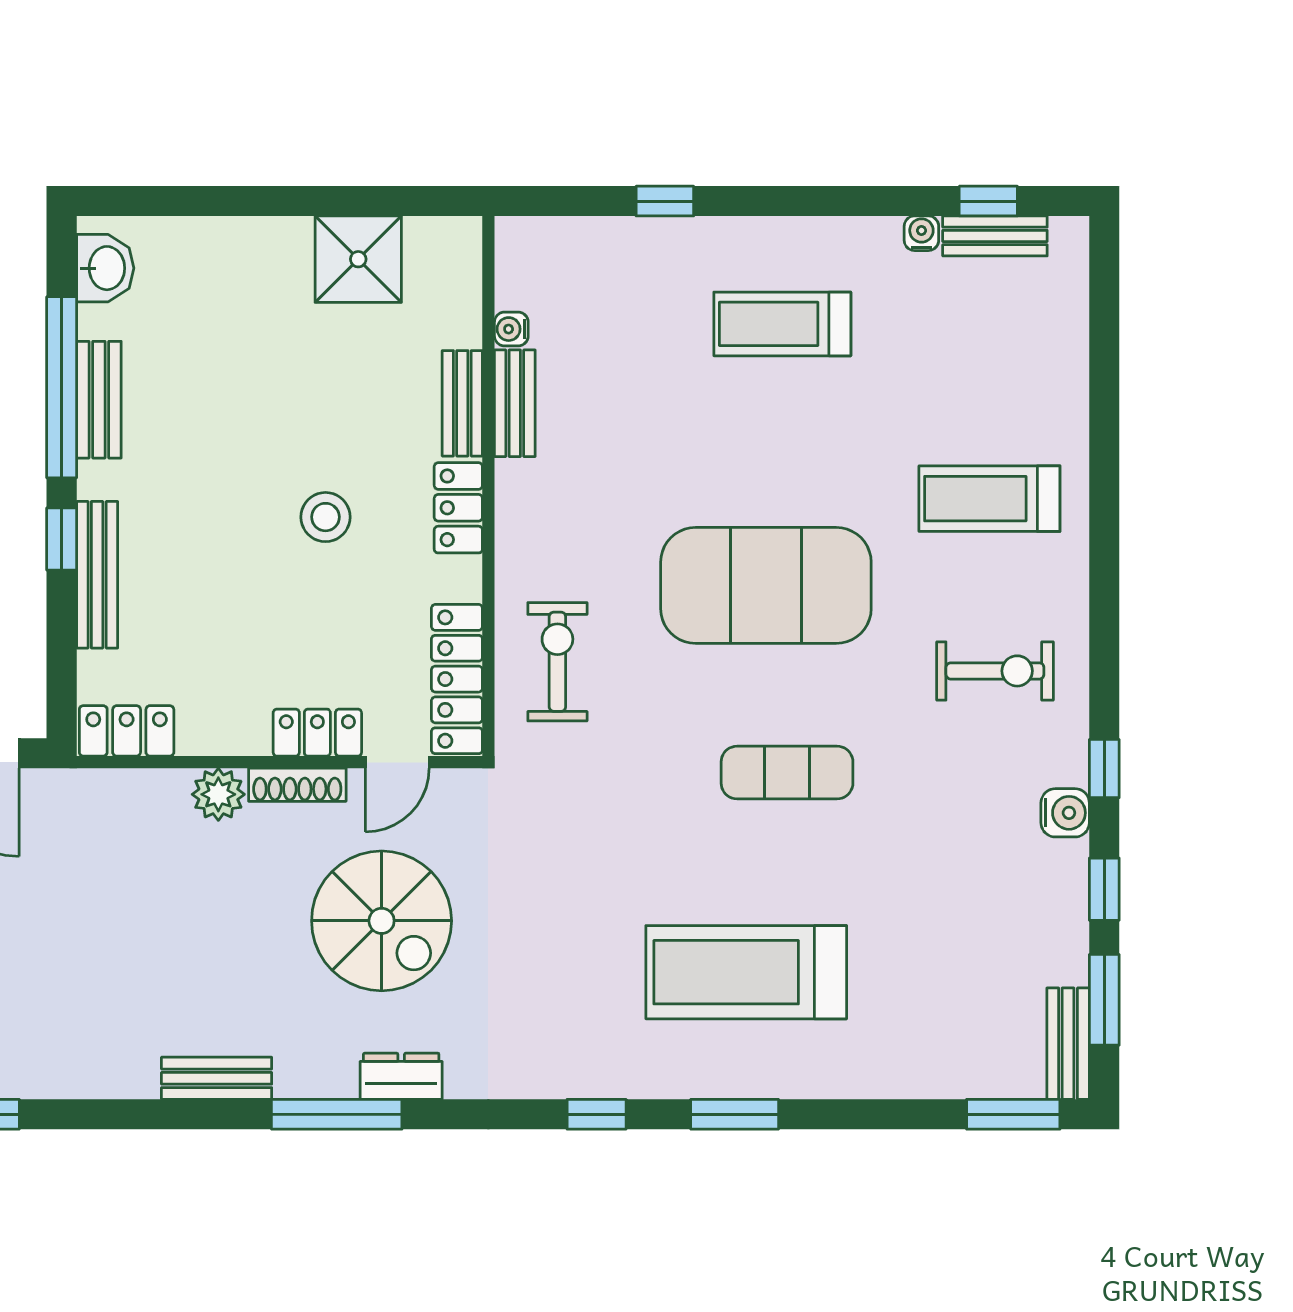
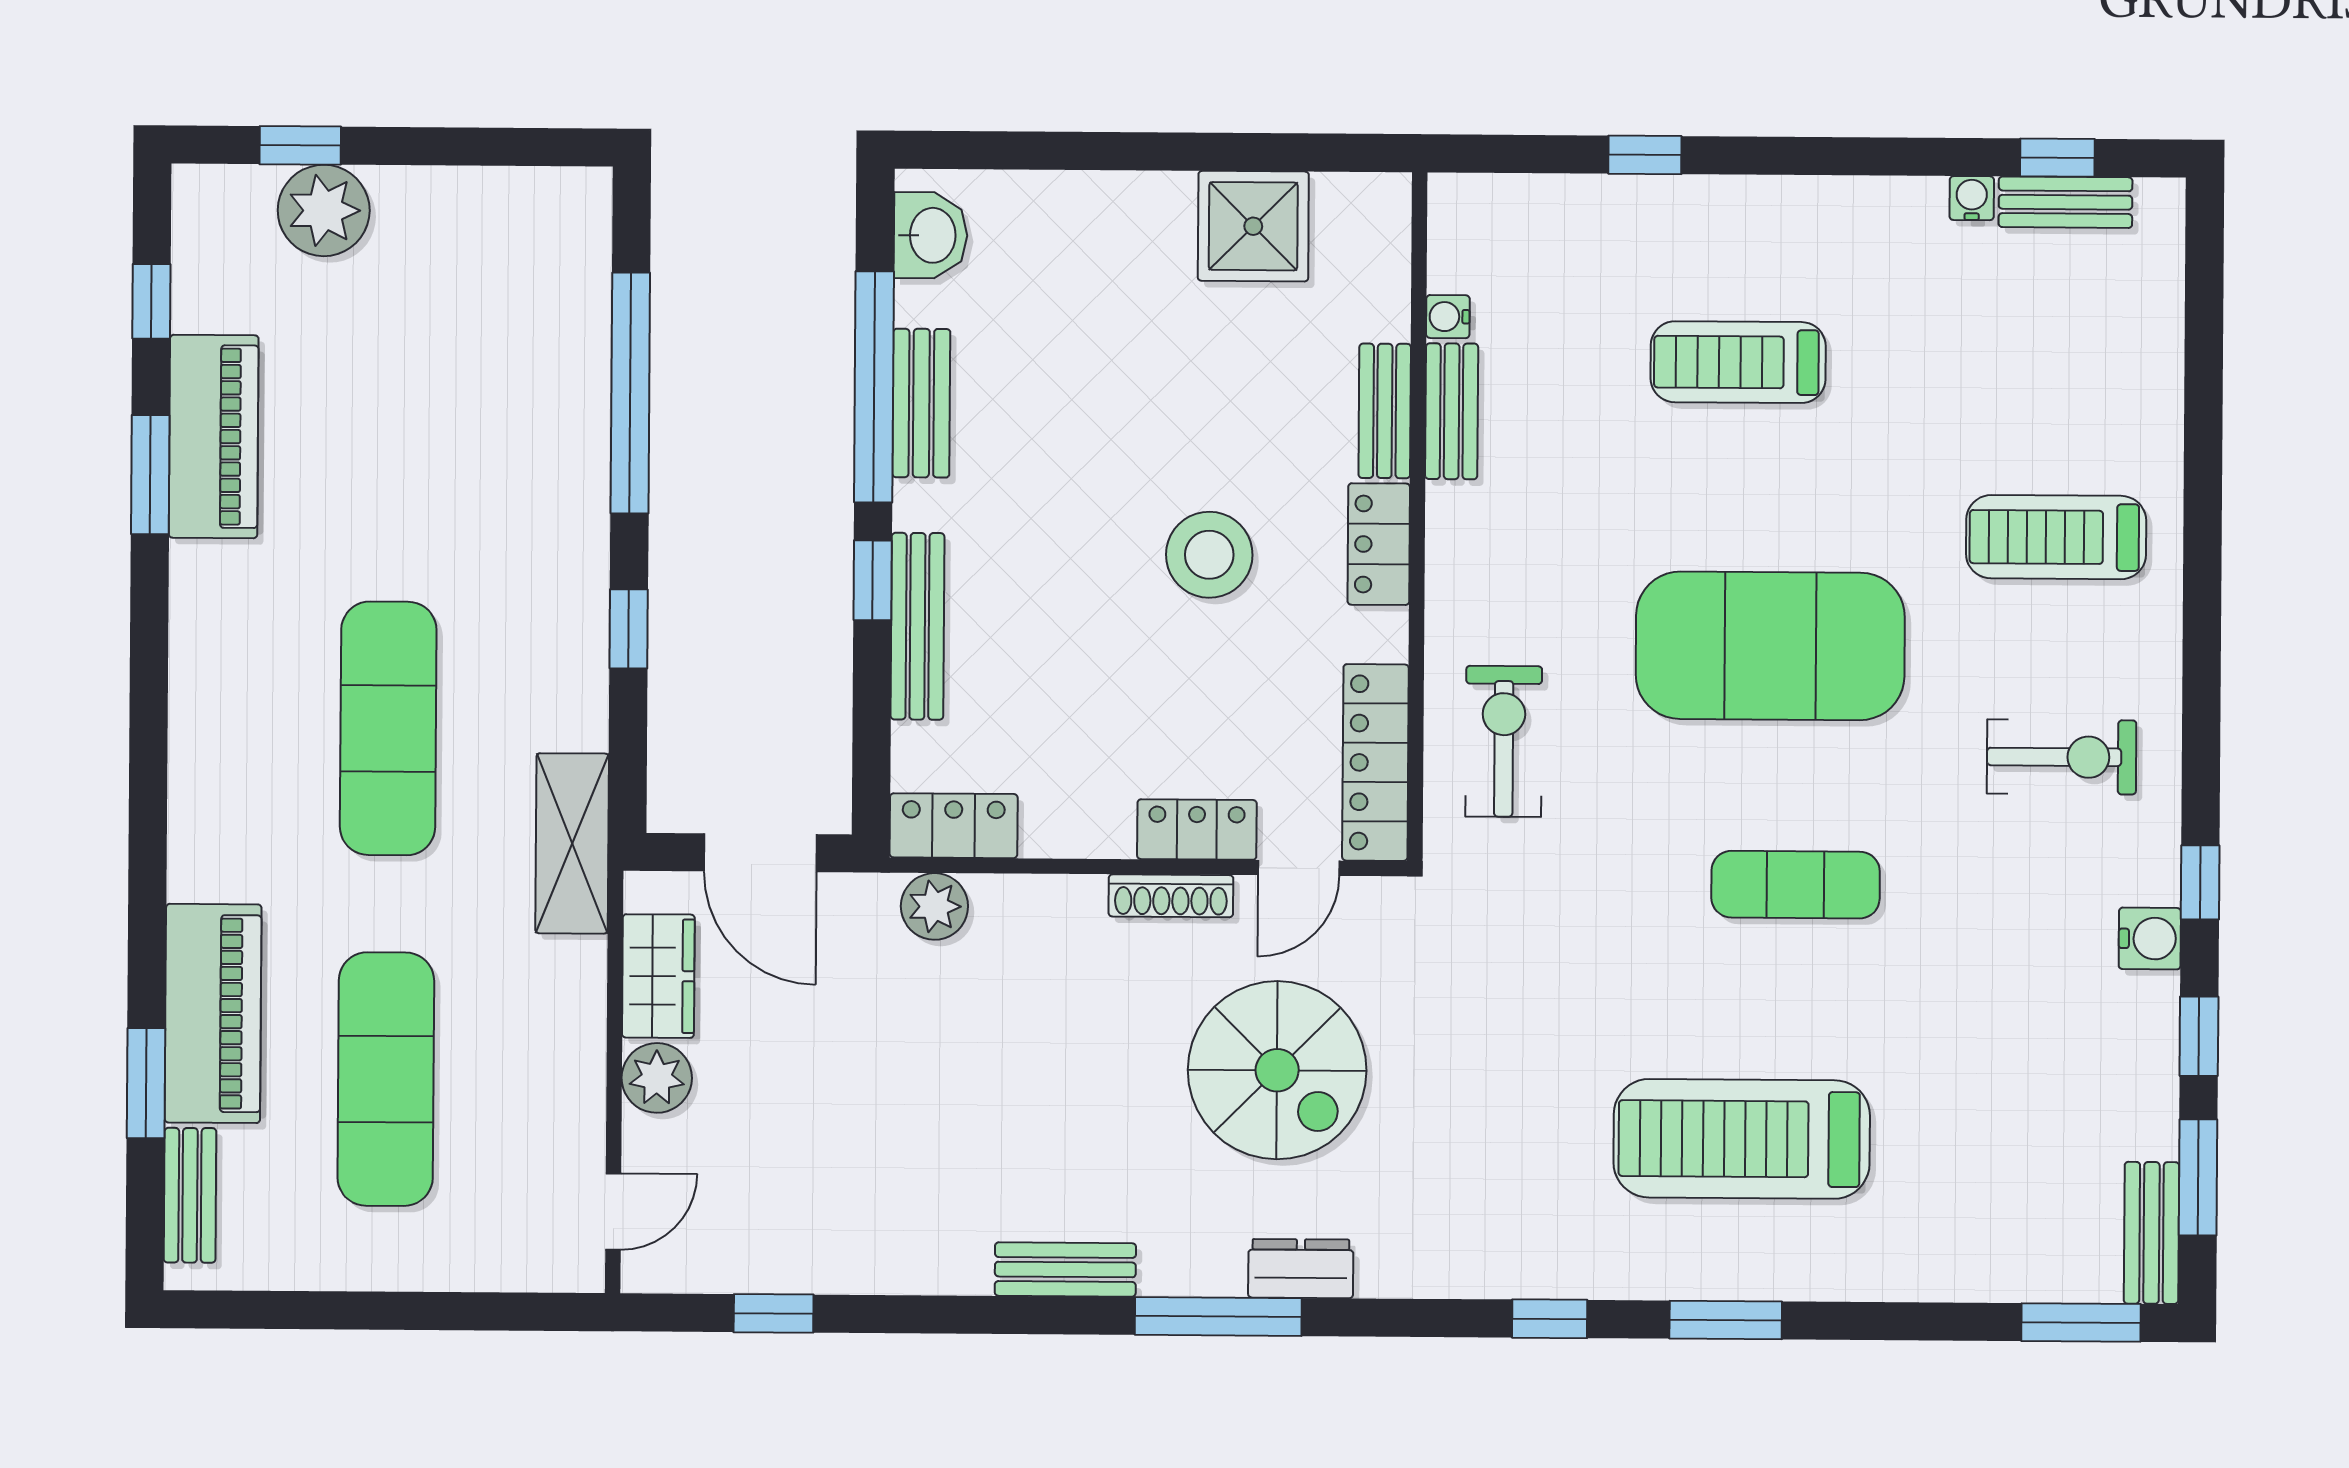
treadmill: (782, 324) -> (1738, 362), moved
stool: (325, 517) -> (1209, 555), width x1.38, depth x1.38
plant: (218, 794) -> (934, 906), moved

